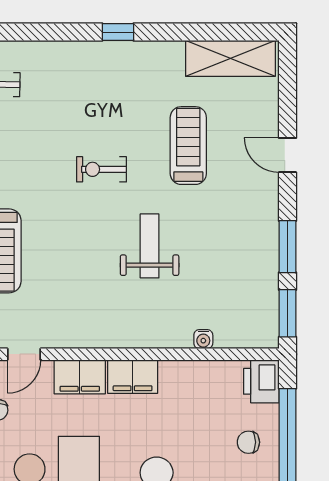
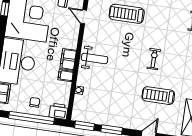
treadmill: (188, 146) -> (158, 96), turned 180
weight bench: (150, 246) -> (95, 58), moved
filing cabinet: (80, 377) -> (66, 76), moved, width x0.50

